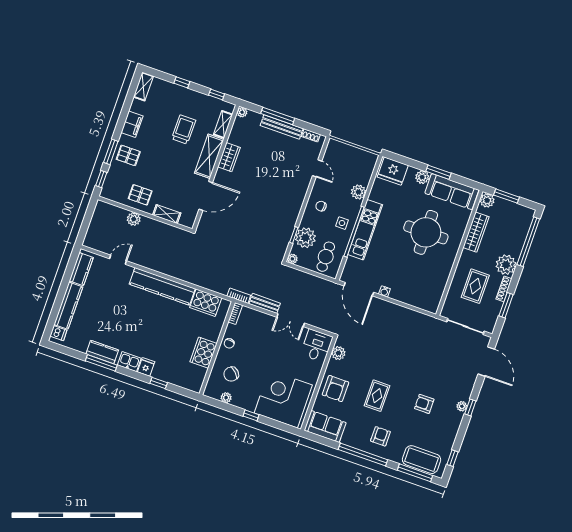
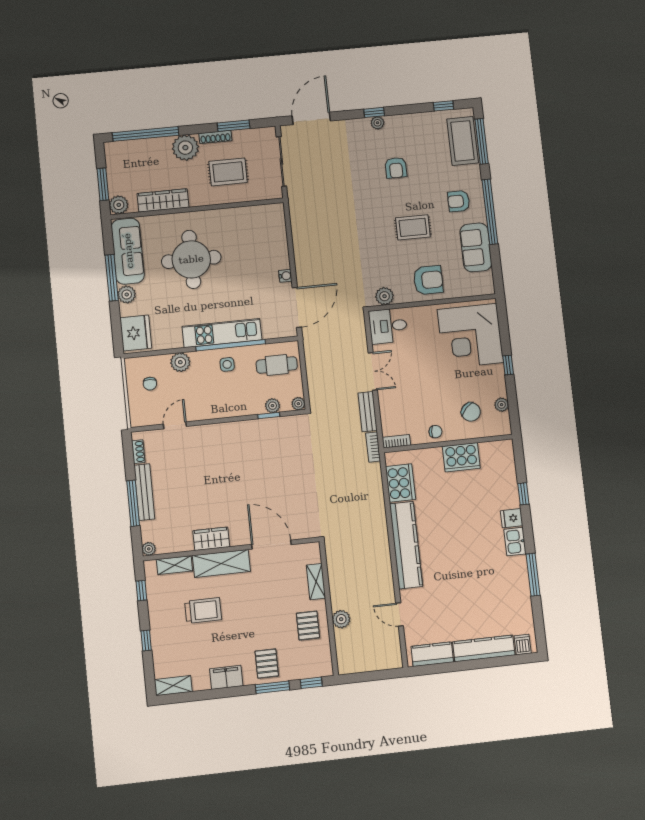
trolley: (184, 129) -> (203, 610), turned 180
window: (439, 172) -> (112, 278), width x1.44
chair: (321, 206) -> (150, 384), moved
plant: (305, 238) -> (273, 406), width x0.53, depth x0.53
kitchen counter: (102, 352) -> (519, 580), removed
sofa: (325, 426) -> (476, 247), moved

